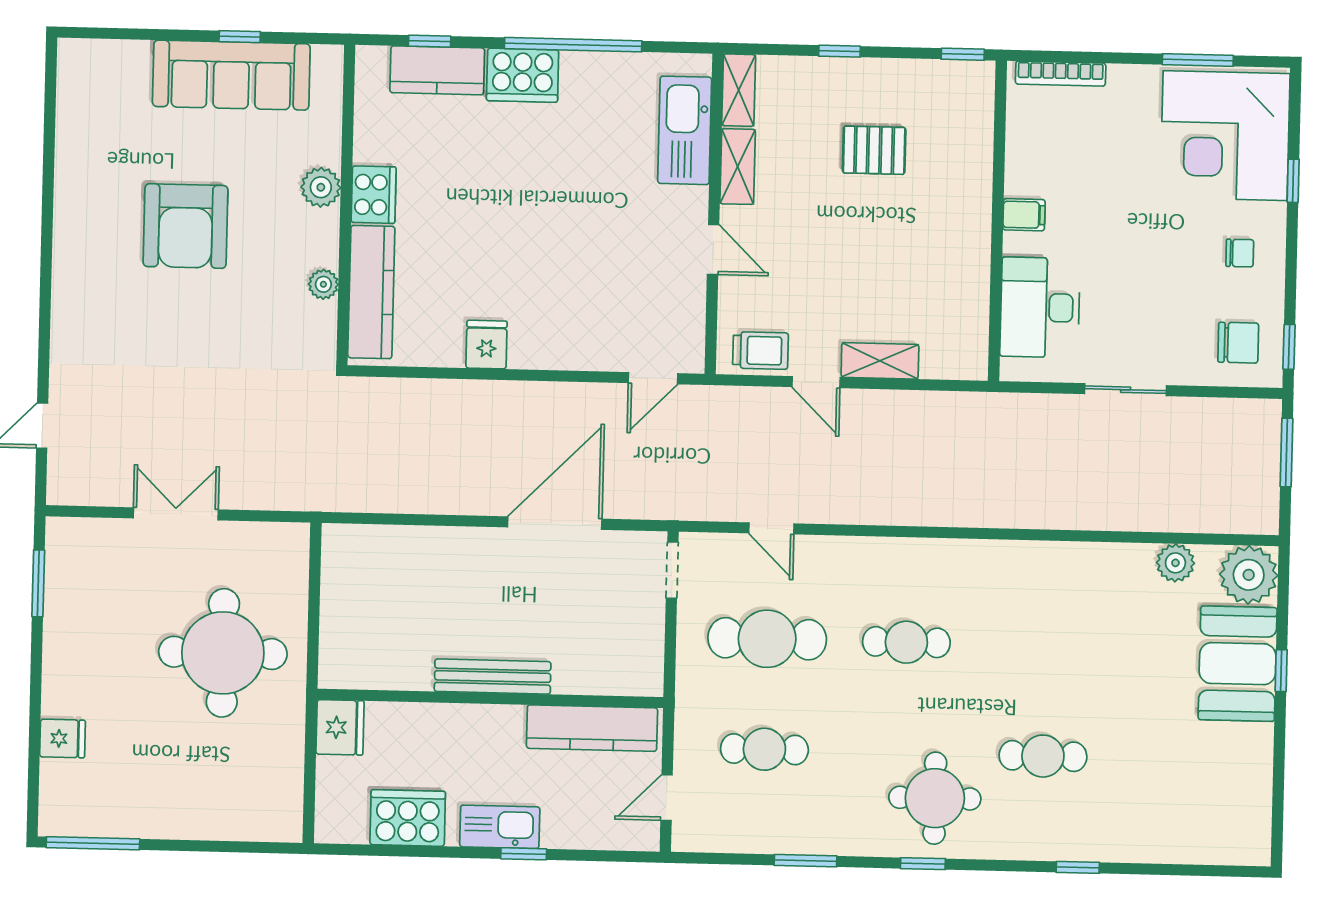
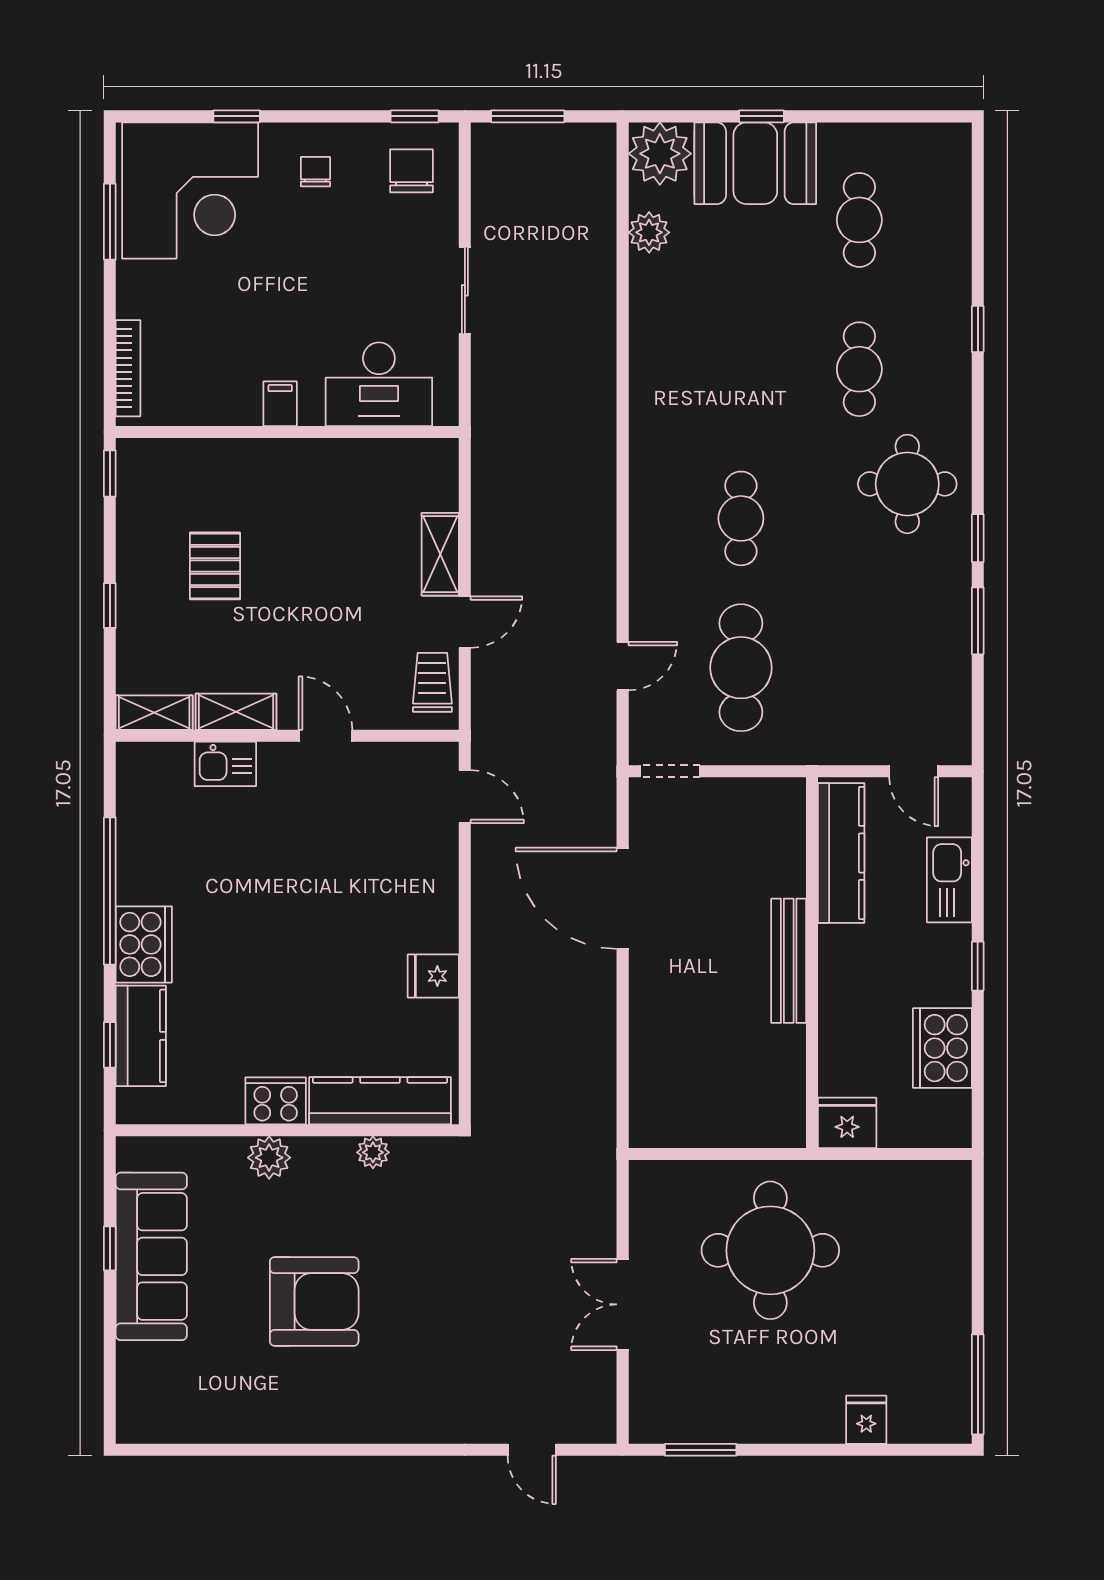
kitchen sink: (685, 130) -> (225, 764), width x0.53, depth x0.81
door: (713, 250) -> (326, 736), hinge flipped
cafe table: (764, 749) -> (859, 220), moved
kitchen sink: (500, 827) -> (949, 880), moved
window: (524, 854) -> (978, 966), moved
window: (923, 864) -> (978, 538), moved

